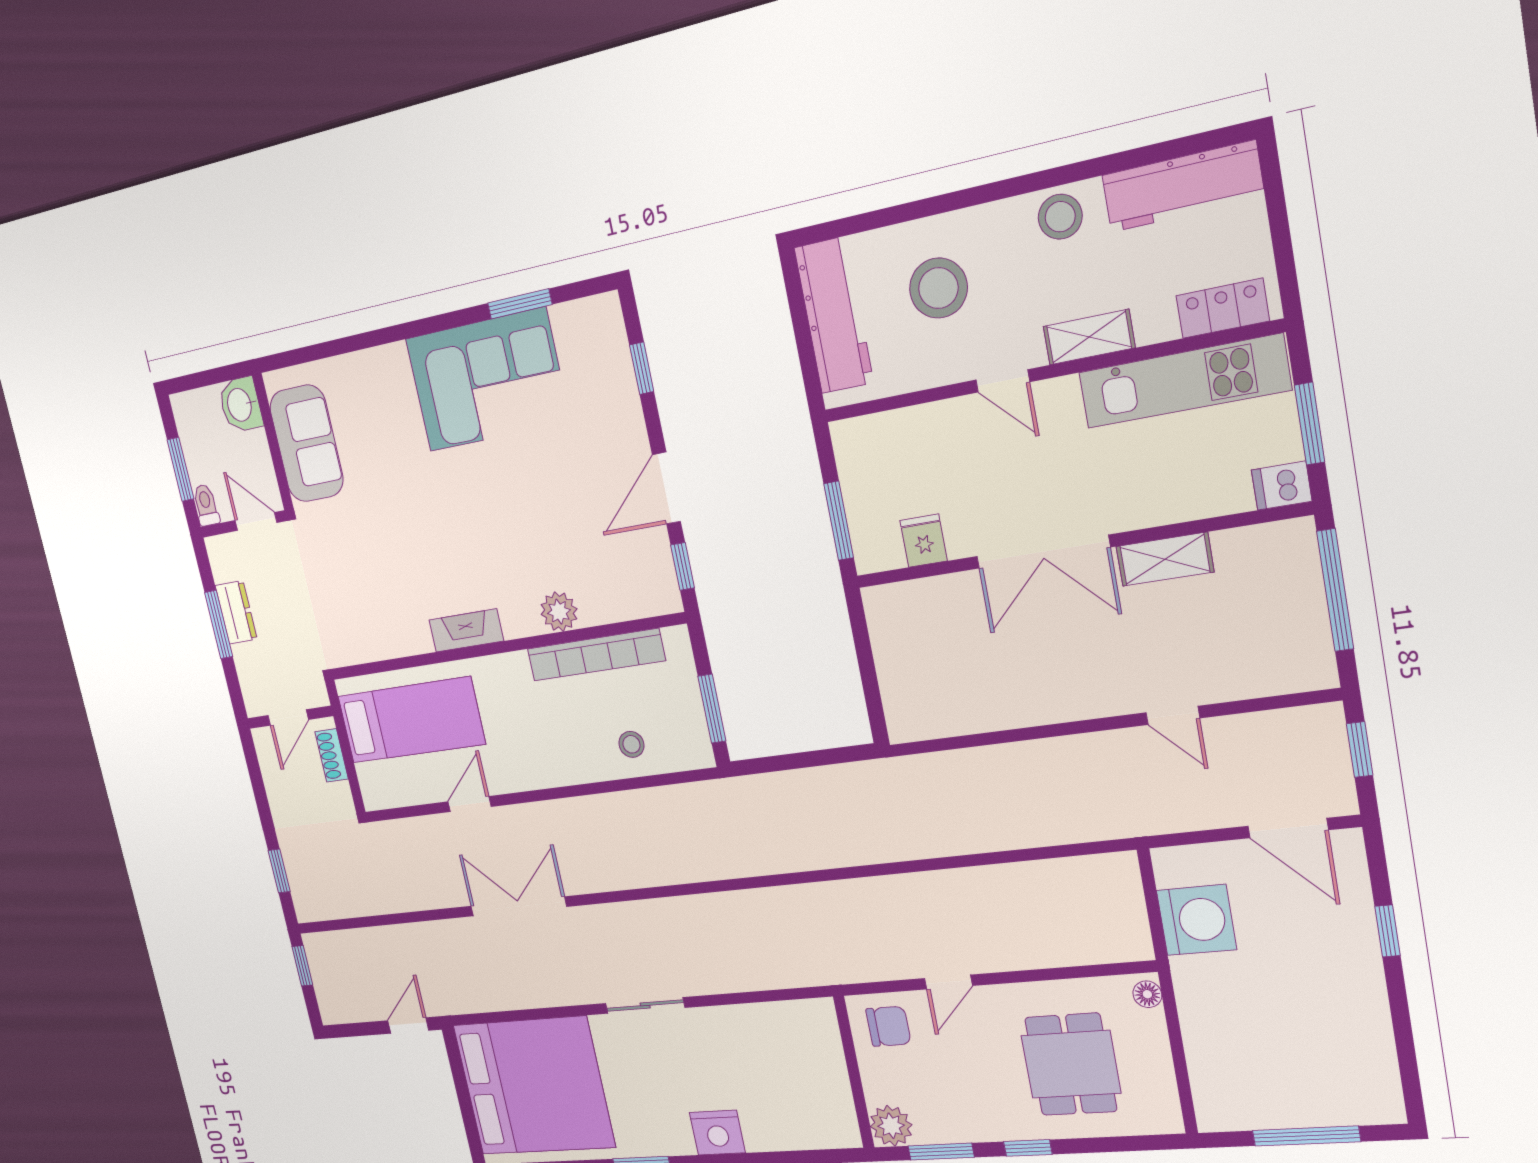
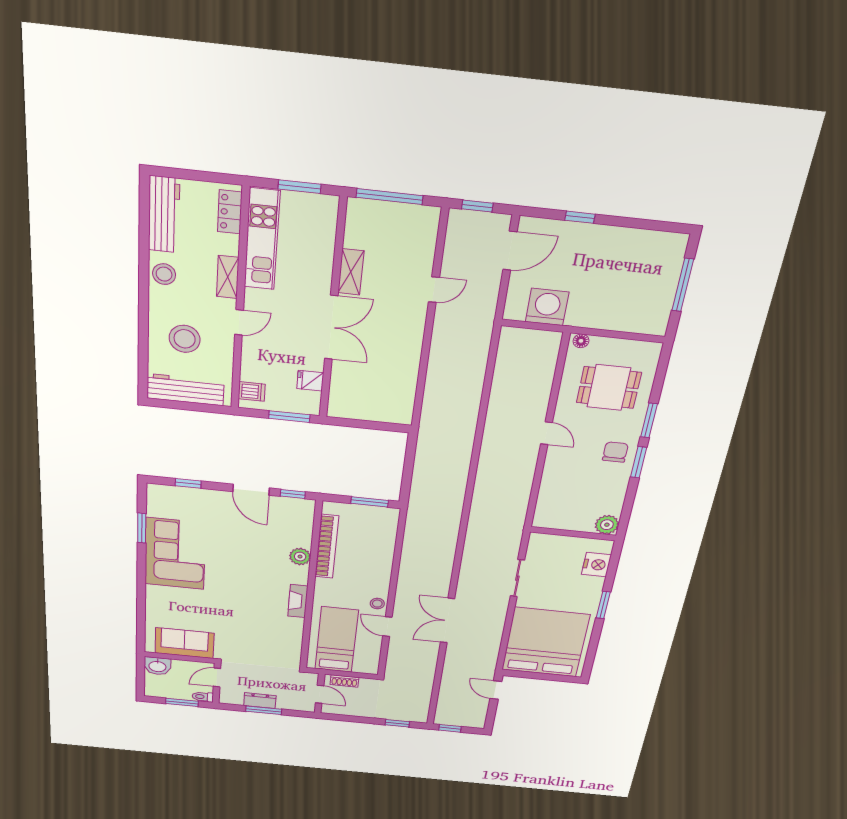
dishwasher: (1282, 486) -> (252, 391), moved, turned -90
stool: (631, 744) -> (377, 604), moved
chair: (888, 1026) -> (615, 452), moved
wall: (854, 1072) -> (573, 534), moved
plant: (891, 1126) -> (607, 525), moved
window: (1028, 1148) -> (649, 420), width x1.50

